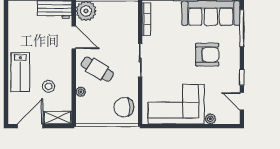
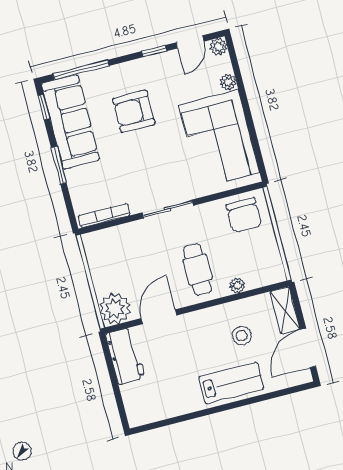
armchair: (207, 55) -> (134, 111), turned -90
cafe table: (97, 69) -> (197, 269), turned -31
plant: (234, 118) -> (219, 47), added
door: (30, 126) -> (308, 348), hinge flipped

